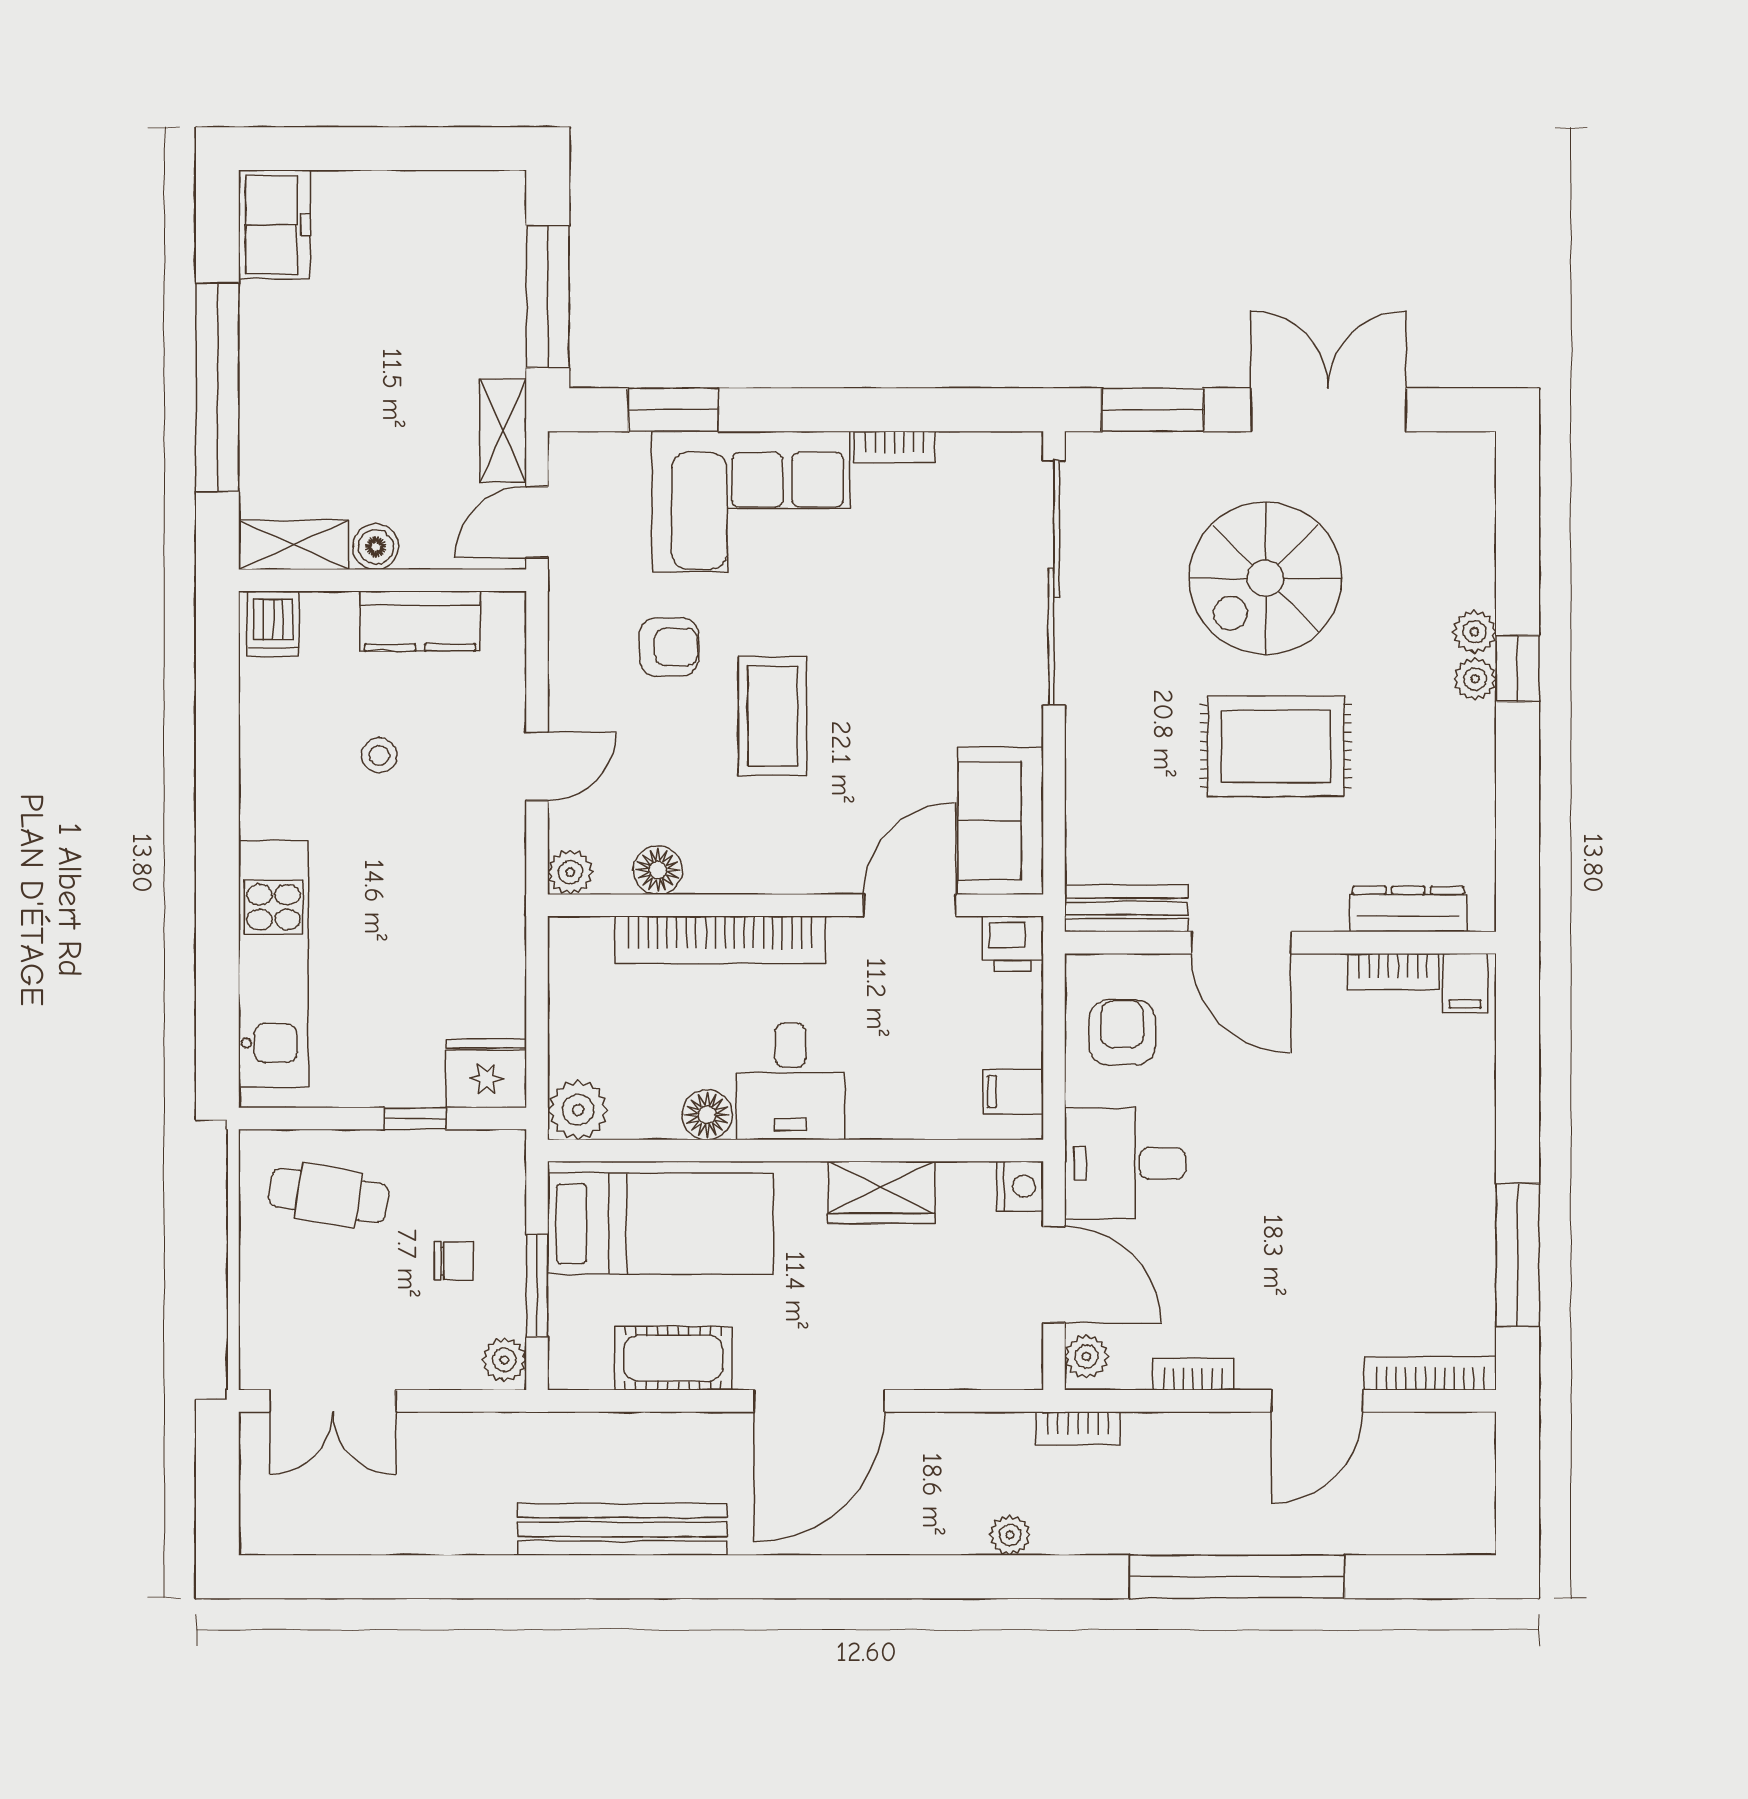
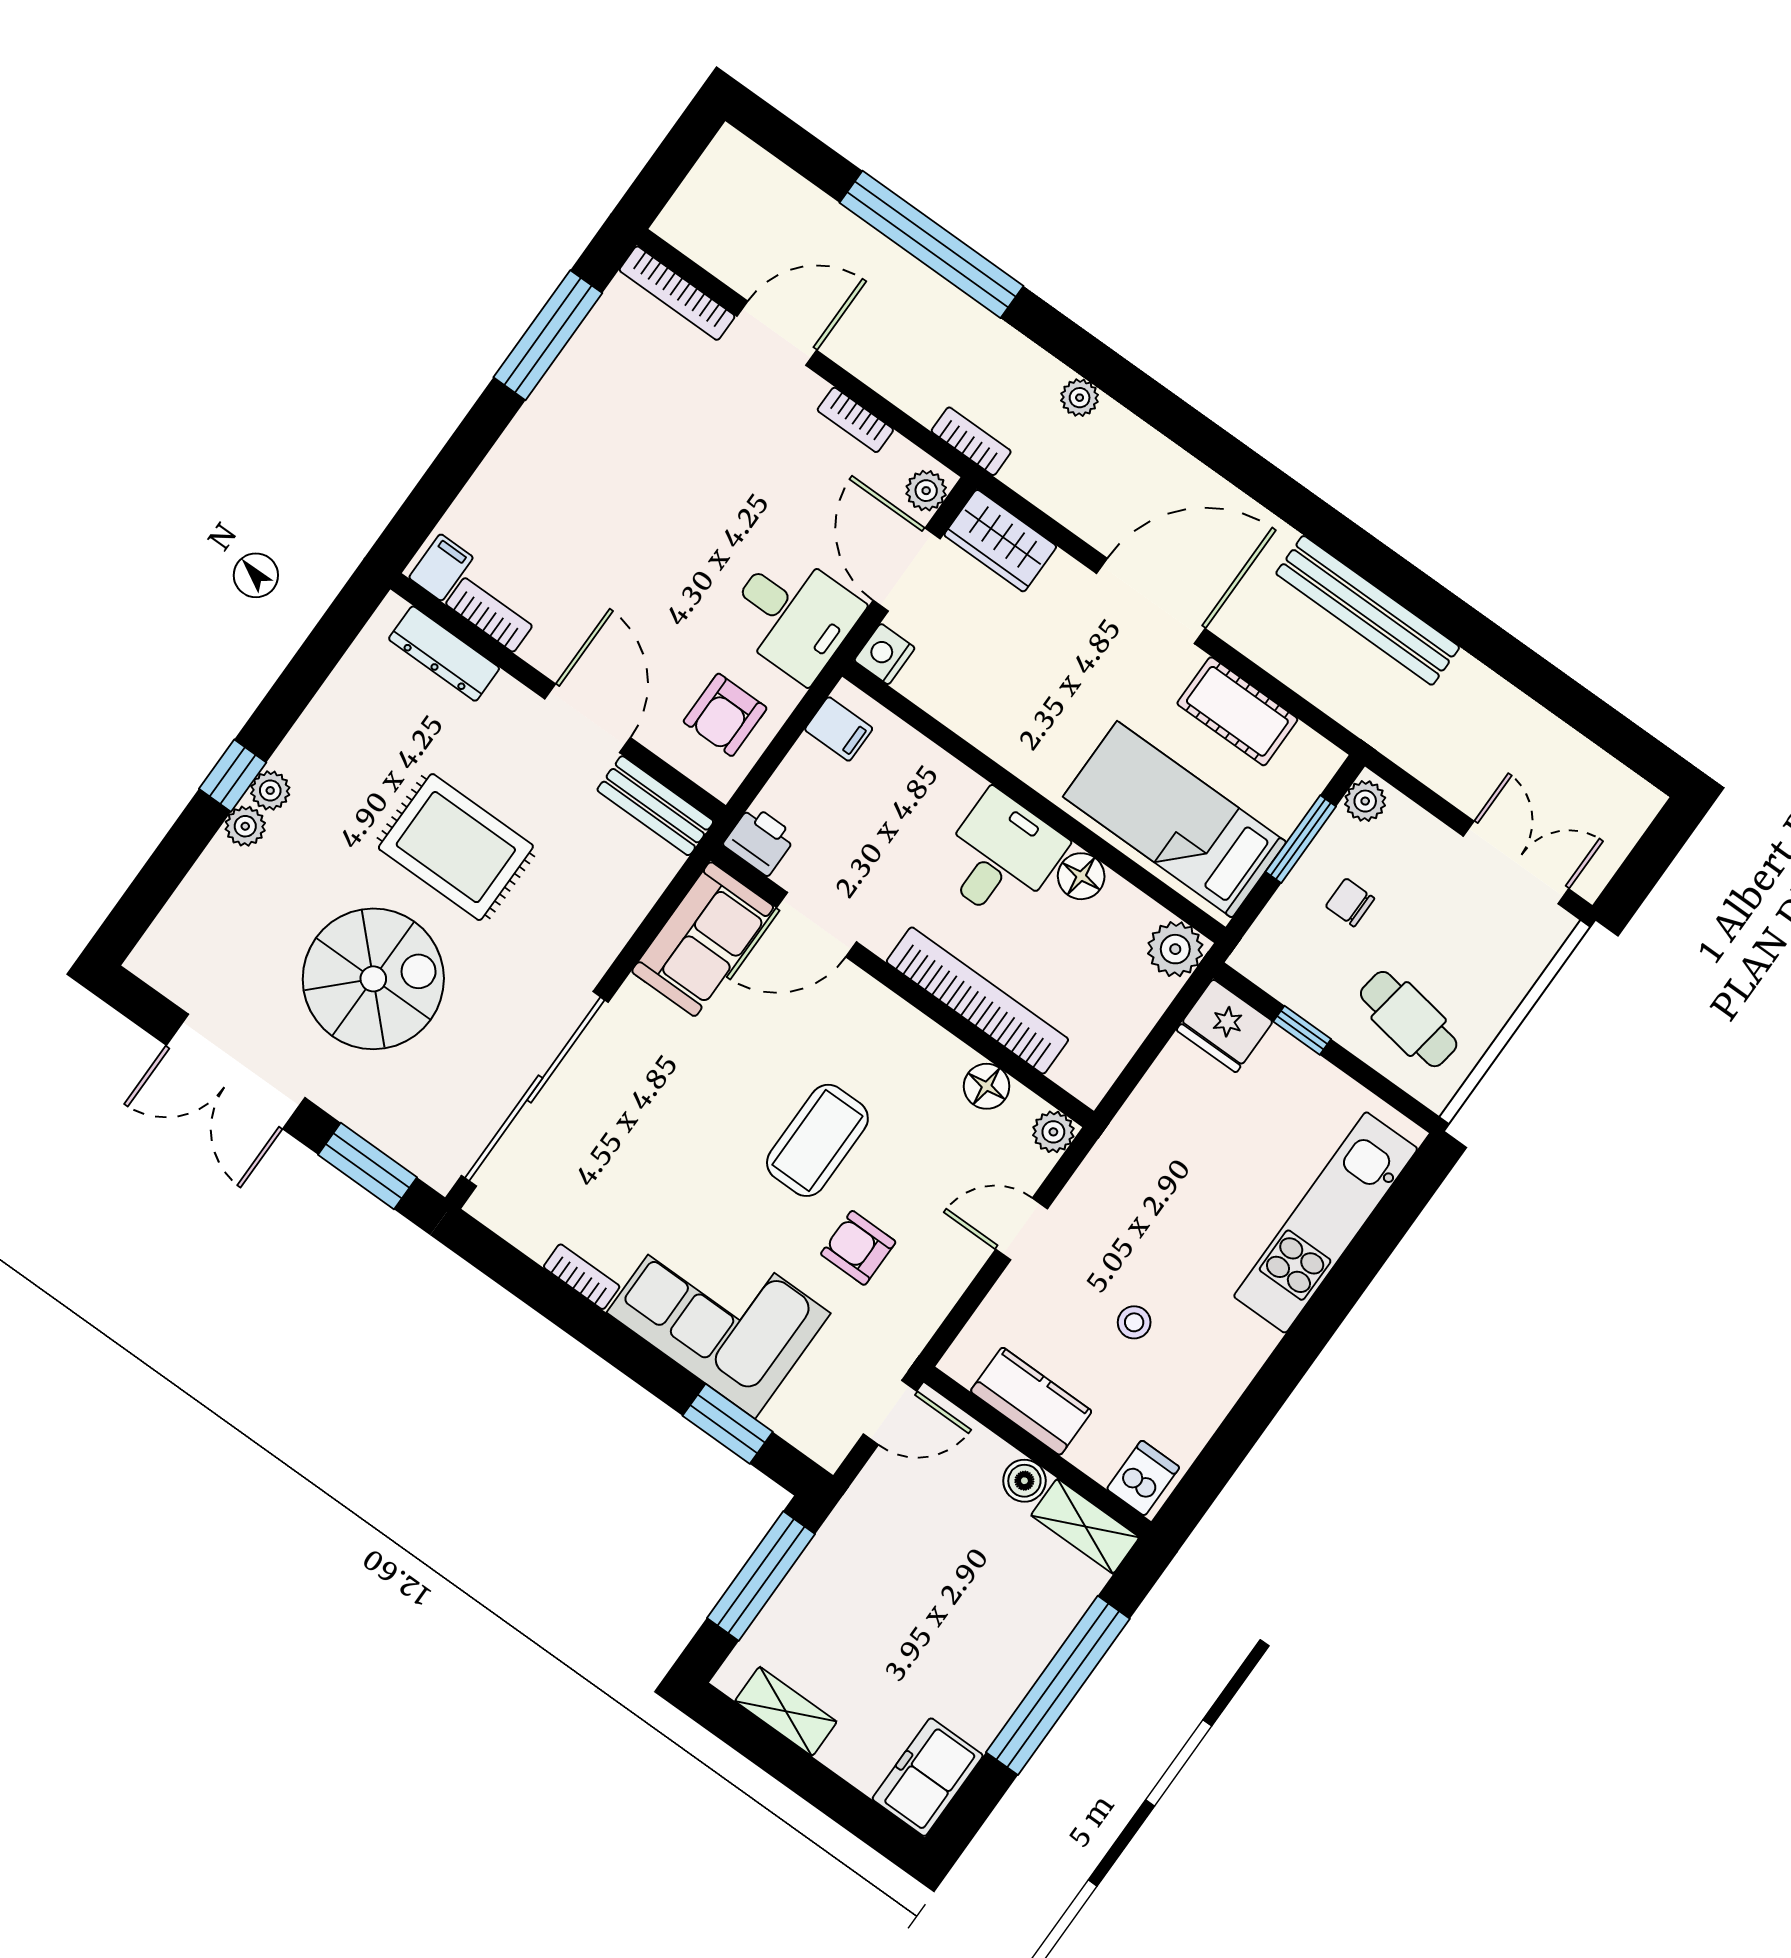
shelving: (503, 431) -> (786, 1711), moved, turned 90
wardrobe: (881, 1192) -> (1000, 541), moved, turned 180

